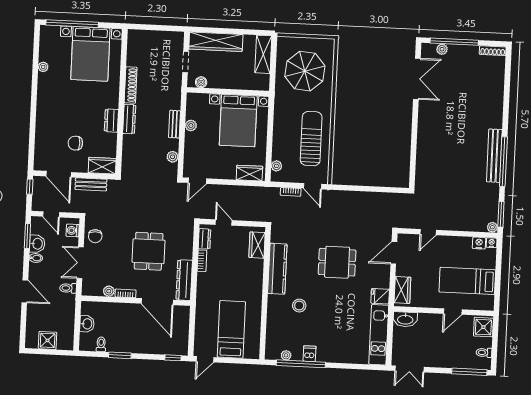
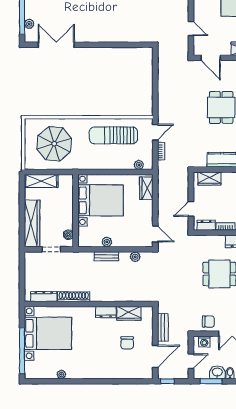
dresser: (129, 119) -> (44, 296), moved
wardrobe: (102, 166) -> (129, 313), moved, turned -90

